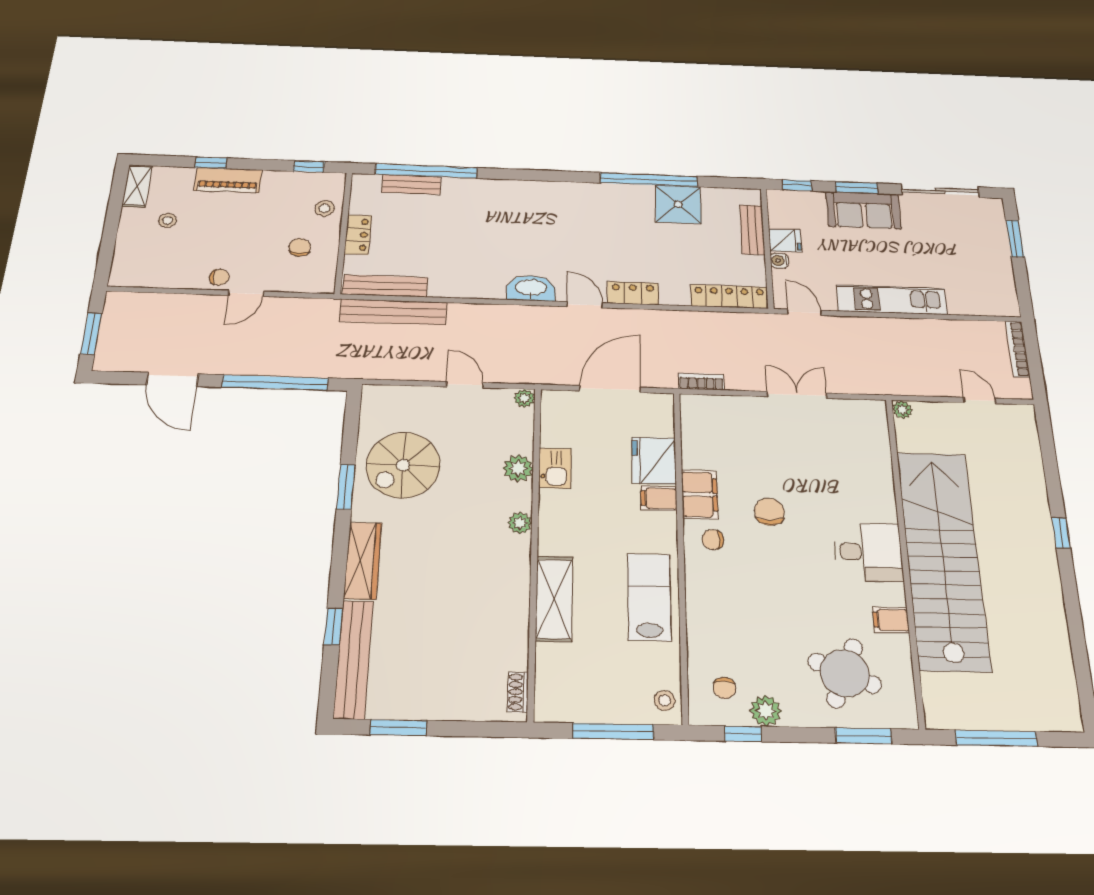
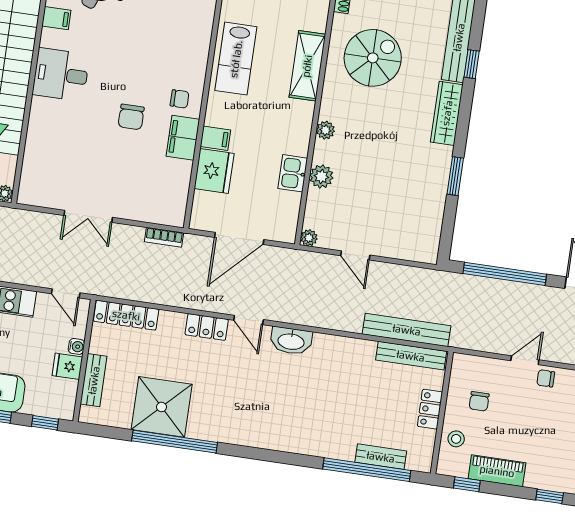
piano: (228, 180) -> (497, 471), moved
shower: (678, 204) -> (162, 407), width x1.37, depth x1.37
spiral stairs: (403, 465) -> (373, 58), moved

